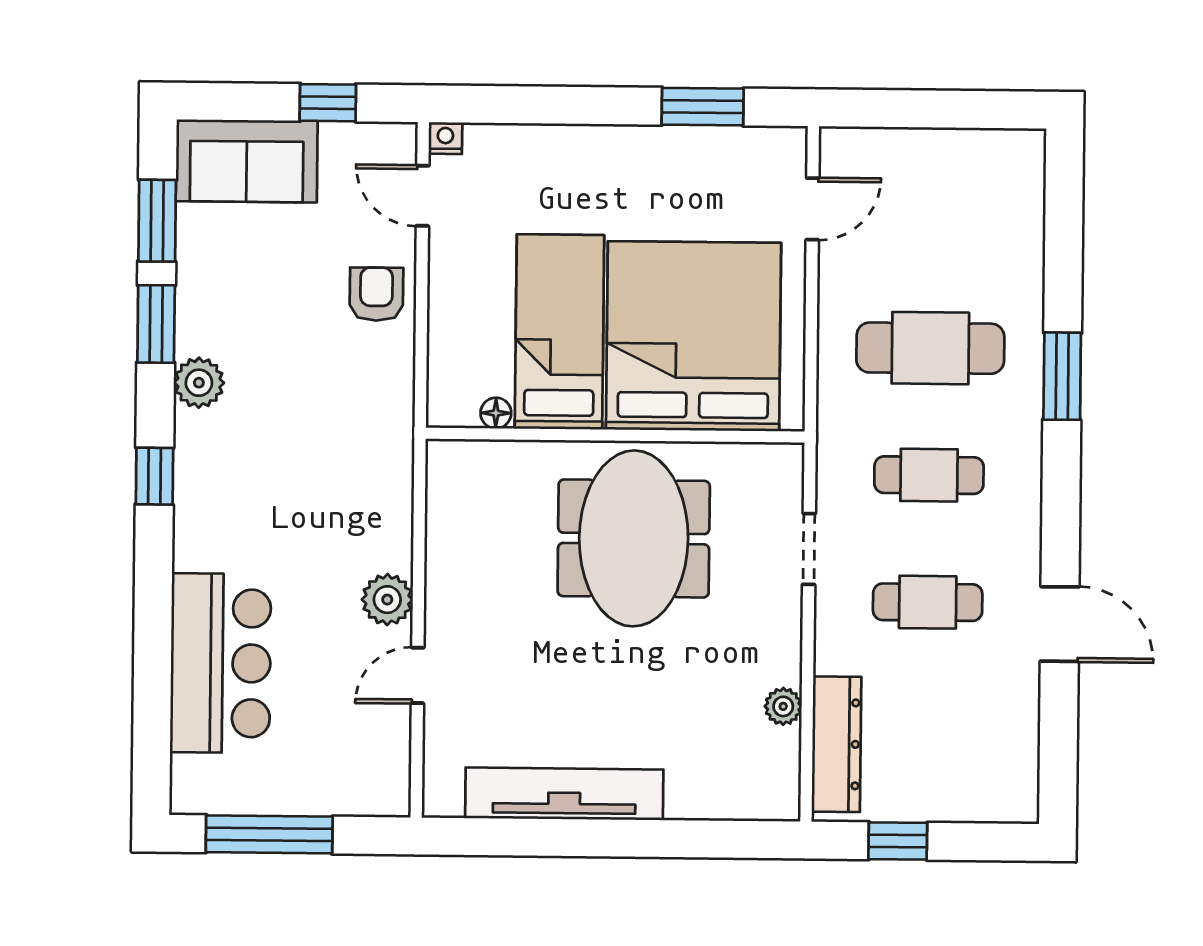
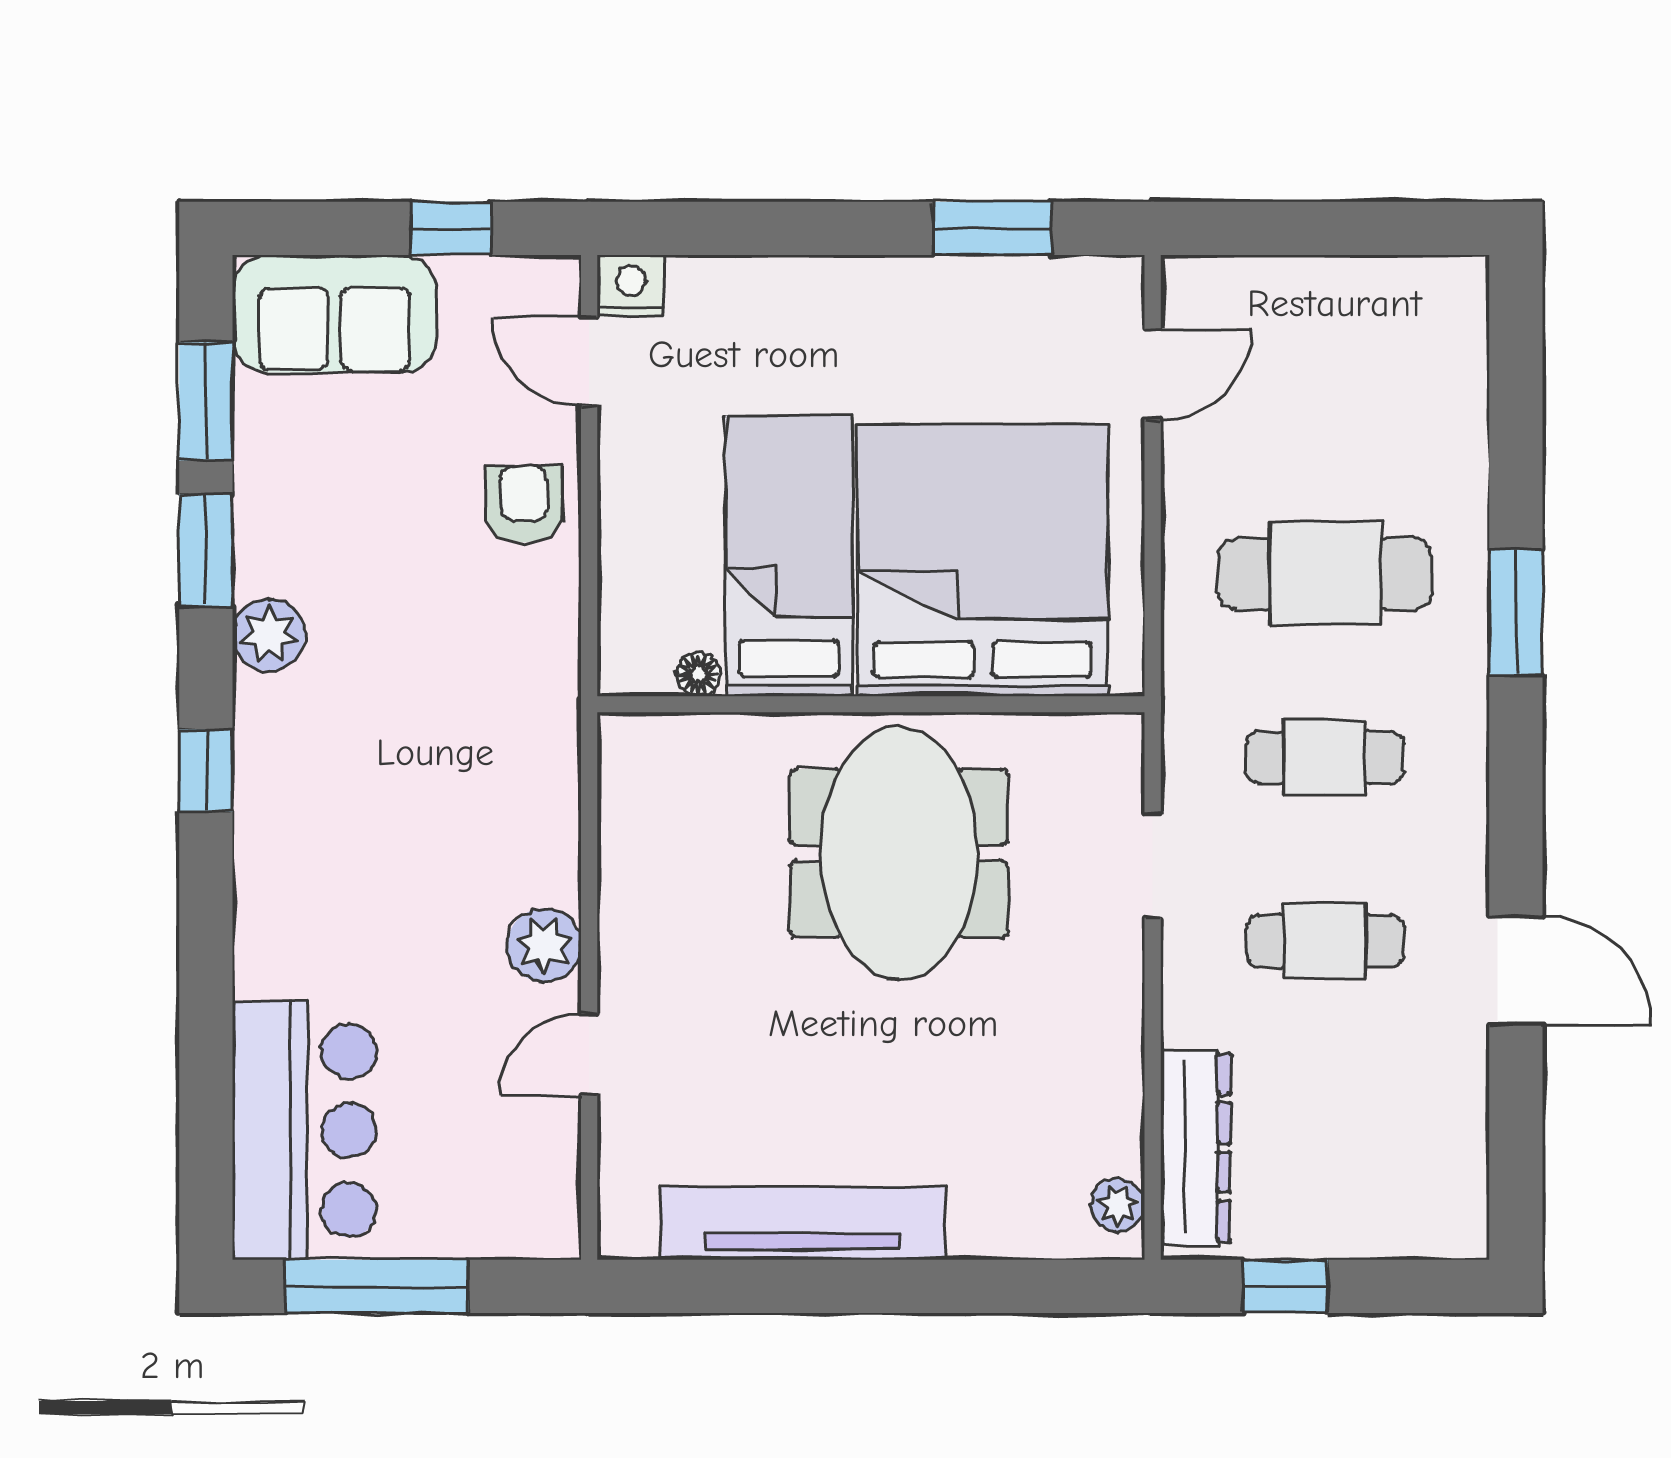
nightstand: (445, 138) -> (631, 286), width x1.39, depth x1.35
bar counter: (221, 663) -> (304, 1130), moved
plant: (783, 706) -> (1118, 1205), moved

